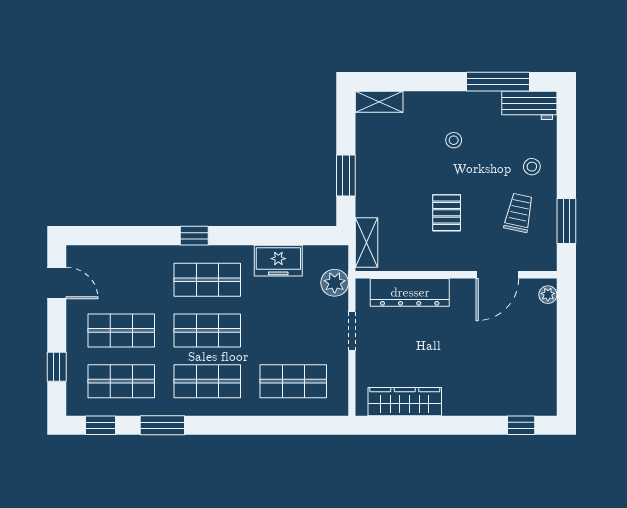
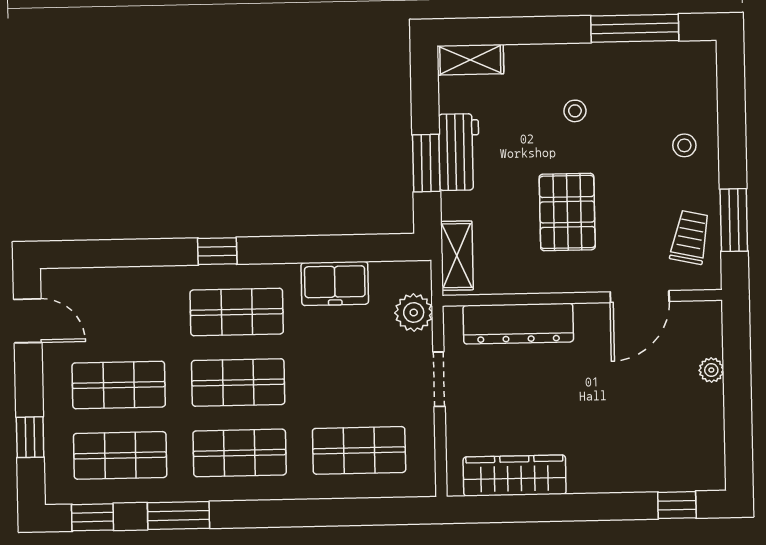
workbench: (529, 105) -> (459, 152), moved, turned -90
pallet: (447, 213) -> (567, 212), width x1.50, depth x1.42
trolley: (519, 213) -> (690, 237), moved
plant: (548, 295) -> (711, 370), moved

